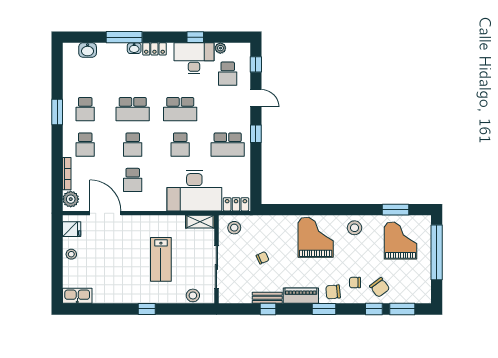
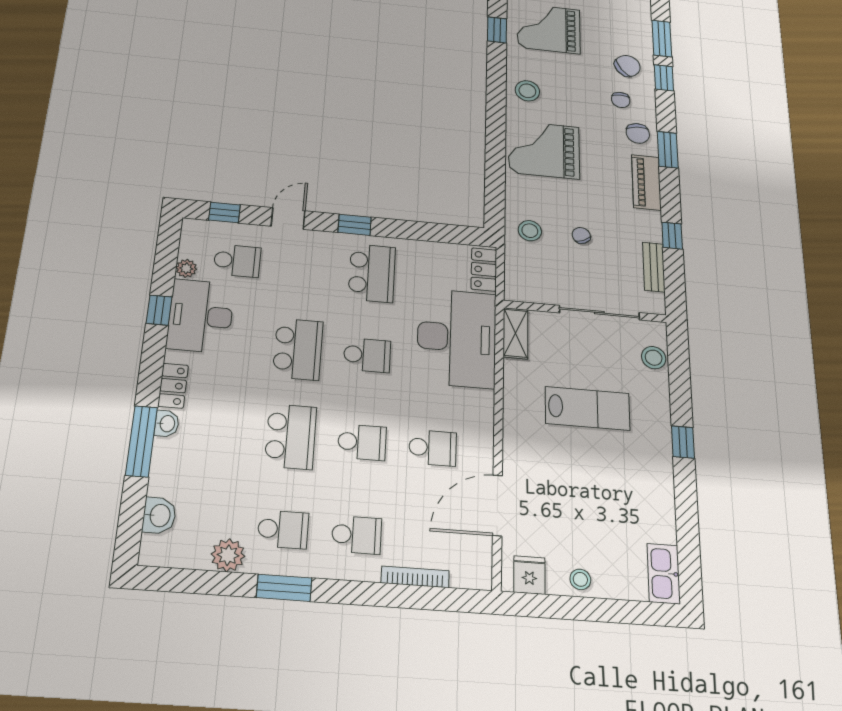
plant: (71, 199) -> (228, 555), moved
window: (396, 210) -> (497, 30), width x0.67
stool: (234, 228) -> (530, 231), moved
bench: (267, 298) -> (654, 267), moved

